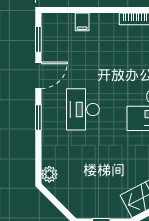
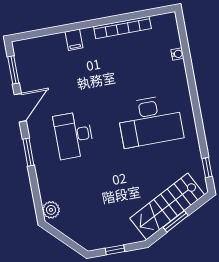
filing cabinet: (82, 22) -> (74, 40), moved

